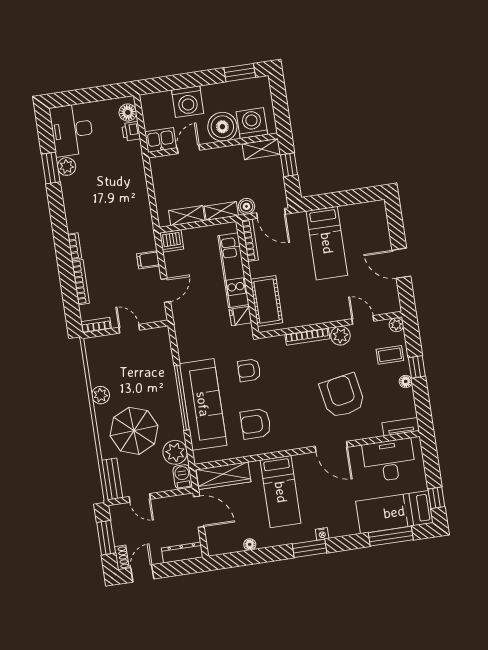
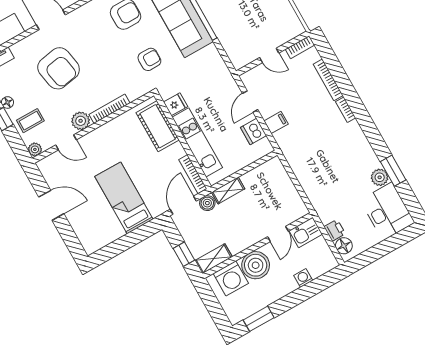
washing machine: (188, 102) -> (303, 278), width x0.53, depth x0.53
door: (271, 213) -> (183, 205), hinge flipped
shelving: (187, 216) -> (257, 175), removed
dishwasher: (172, 241) -> (253, 132), moved, turned -90

